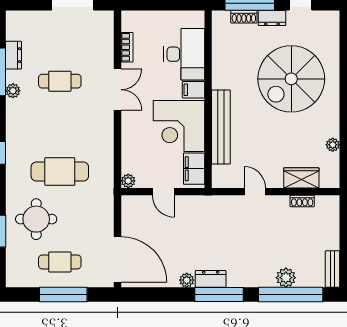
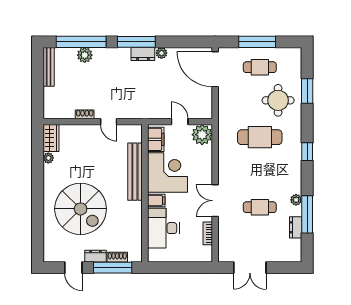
spiral stairs: (291, 79) -> (81, 209), turned 90
wardrobe: (301, 178) -> (51, 138), moved, turned -90
plant: (128, 181) -> (202, 135), width x1.88, depth x1.88
shoe rack: (302, 201) -> (85, 114), moved
bench: (333, 269) -> (49, 67), width x1.36

